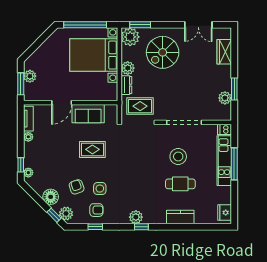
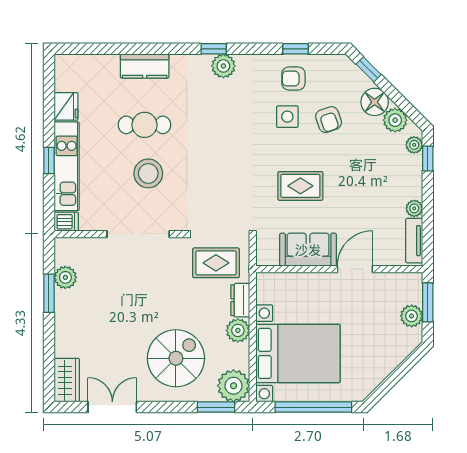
wardrobe: (224, 52) -> (67, 380), moved
window: (234, 164) -> (49, 160), width x0.46
fridge: (225, 213) -> (66, 106), moved
plant: (66, 214) -> (395, 120), moved

